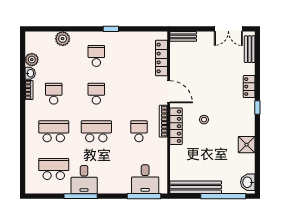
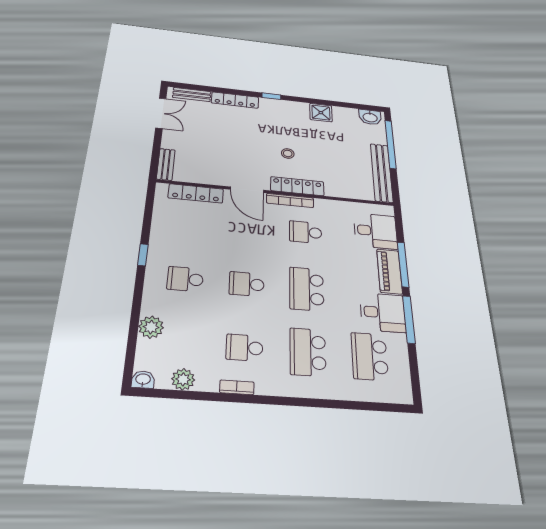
washbasin: (30, 73) -> (143, 380), moved
locker: (249, 87) -> (235, 100), width x1.53
door: (169, 92) -> (247, 190), swing flipped
piano: (114, 186) -> (389, 271), added
window: (144, 196) -> (403, 264), moved

